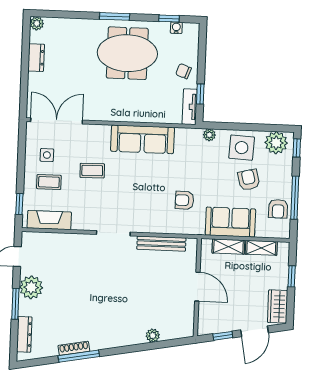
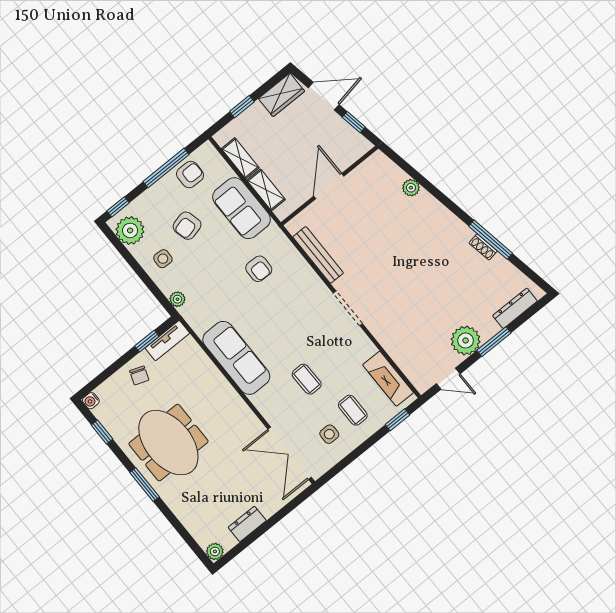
water cooler: (176, 28) -> (91, 401), moved
side table: (242, 148) -> (163, 259), width x0.54, depth x0.54
shoe rack: (74, 348) -> (483, 247), width x0.70

